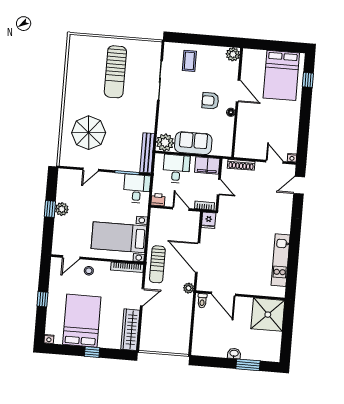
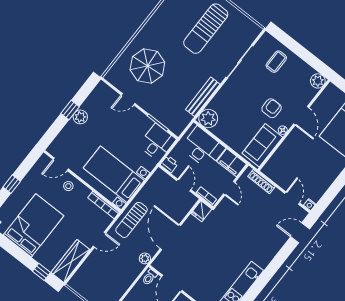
armchair: (210, 101) -> (272, 108), turned 90
sofa: (193, 143) -> (262, 145), moved, turned -90
bench: (147, 153) -> (203, 97), moved
desk: (176, 169) -> (203, 148), width x1.37
window: (92, 352) -> (41, 272), moved

